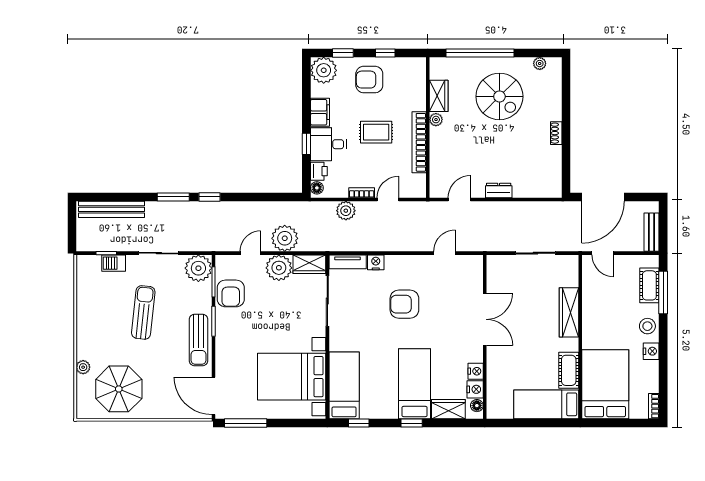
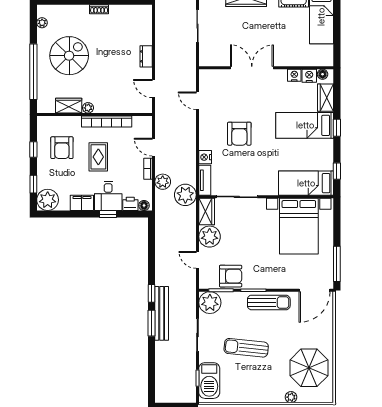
armchair: (369, 80) -> (62, 148), moved
bench: (111, 209) -> (162, 313), moved
plant: (285, 238) -> (185, 195), moved
barbecue: (114, 263) -> (209, 381), width x1.88, depth x1.53

